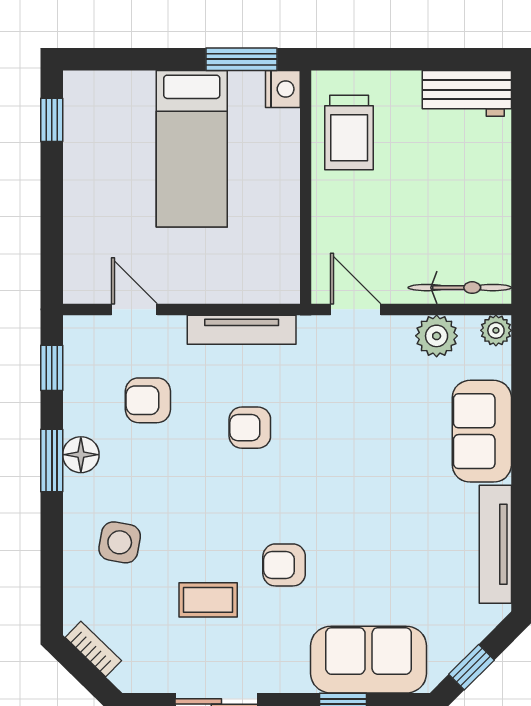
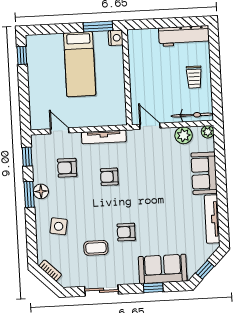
workbench: (467, 93) -> (184, 36), width x1.38
trolley: (349, 132) -> (194, 77), moved, width x0.73, depth x0.72

